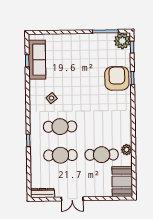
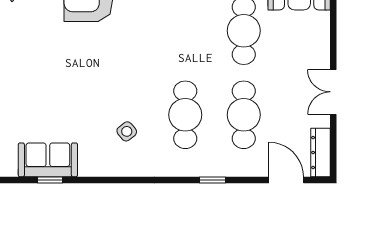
sofa: (37, 60) -> (48, 160), width x0.73
door: (29, 176) -> (286, 180), added
double door: (72, 199) -> (333, 92), swing flipped

